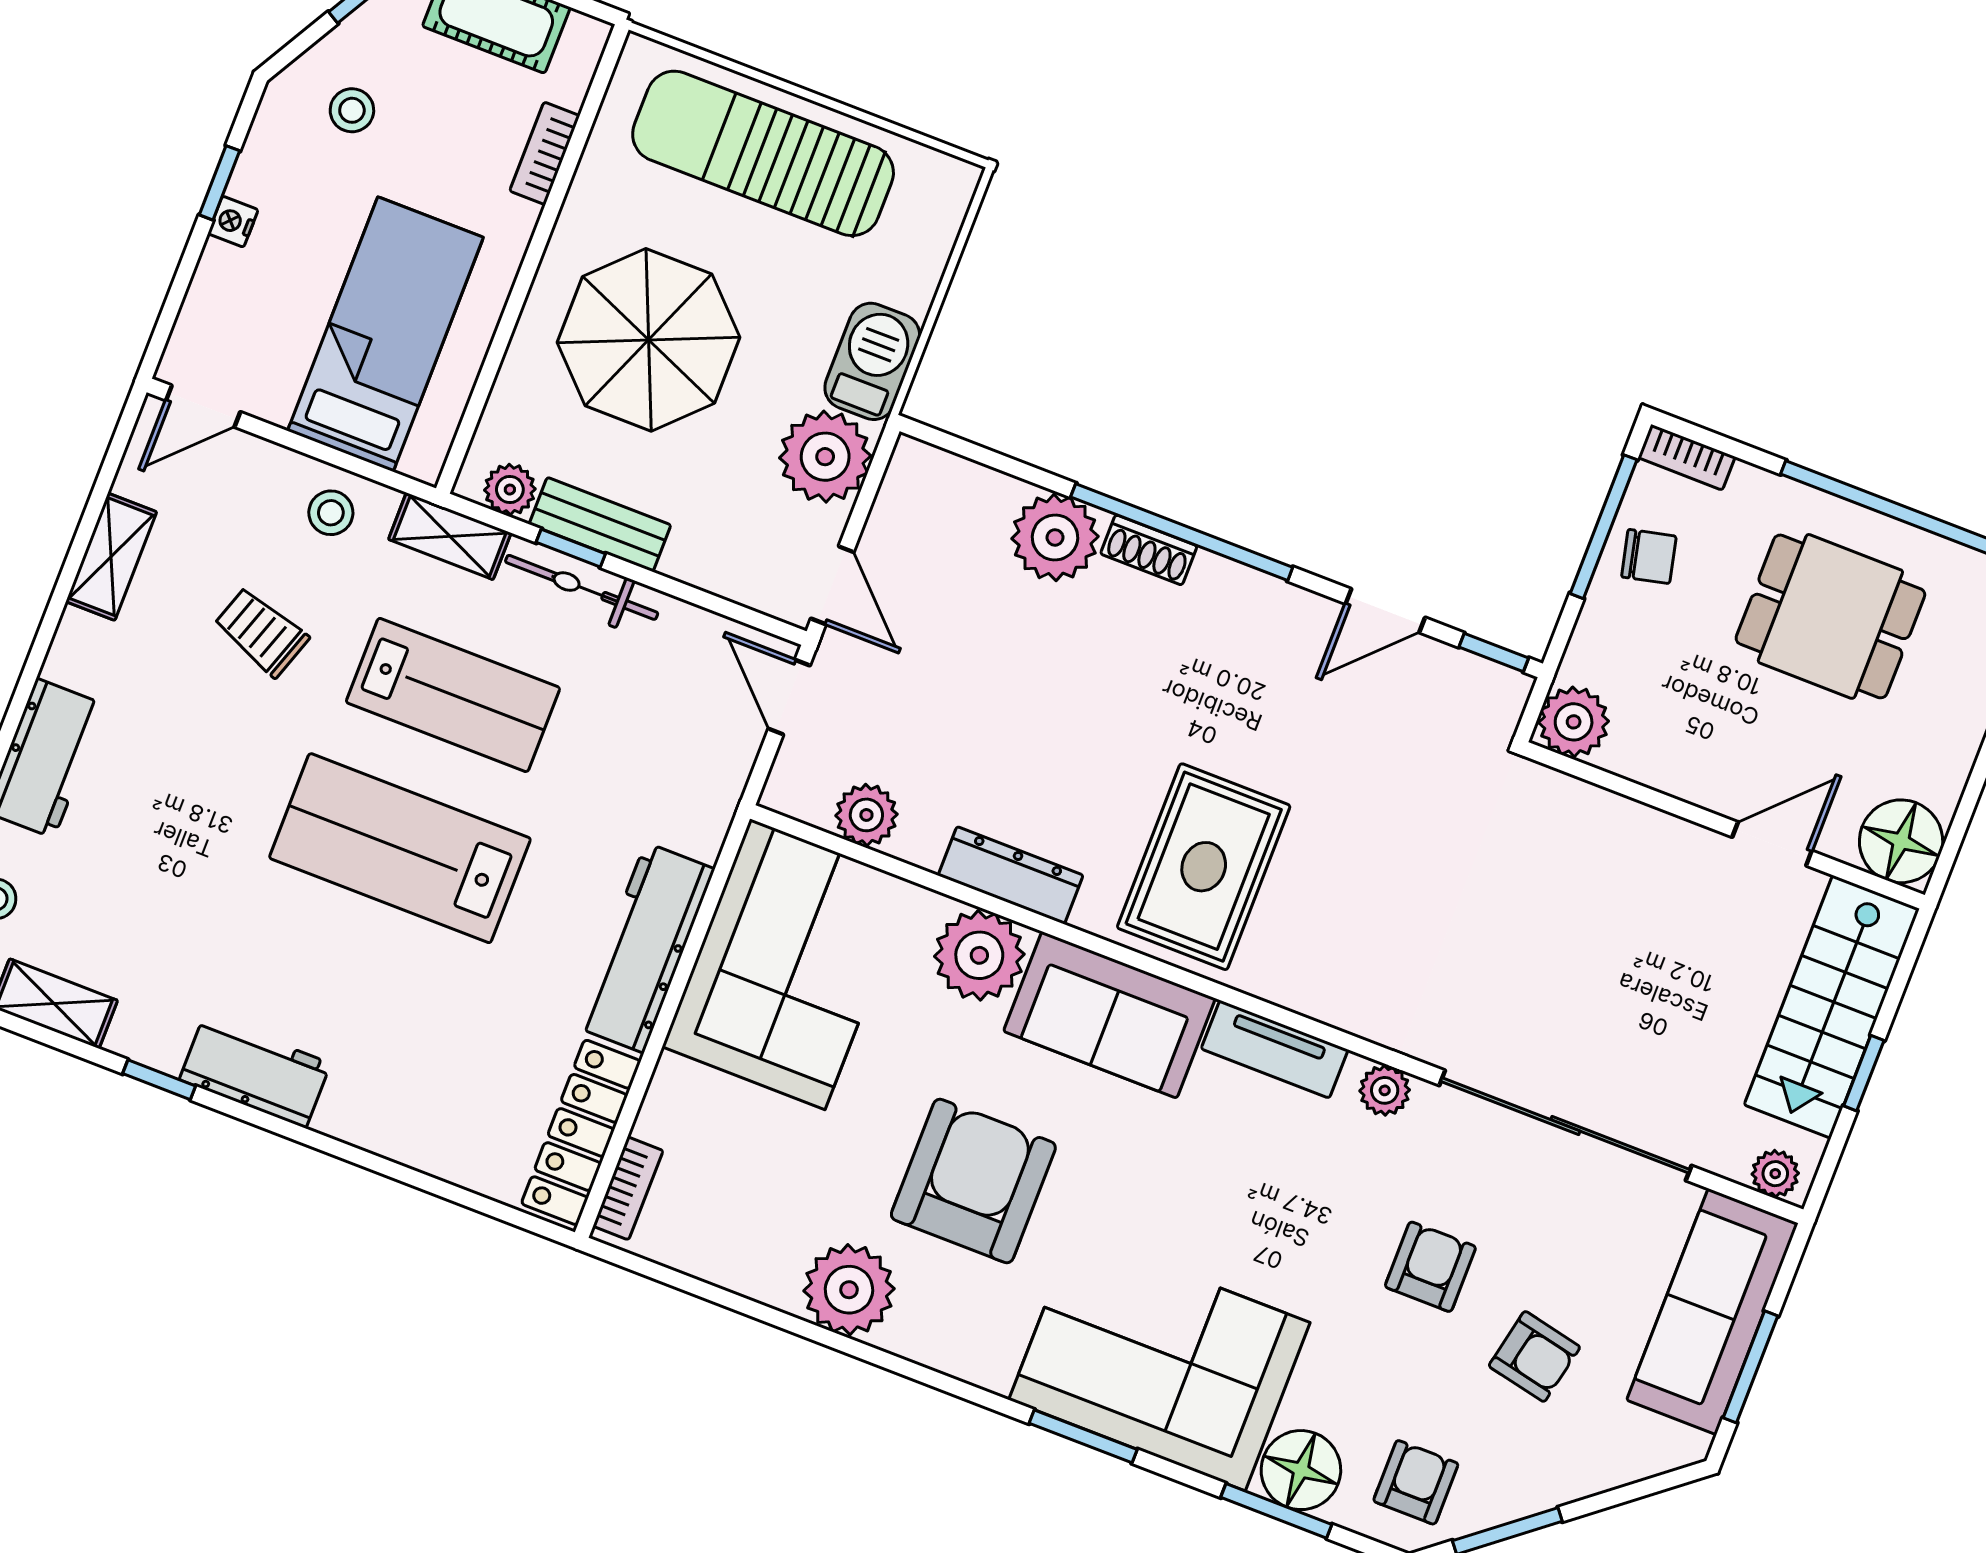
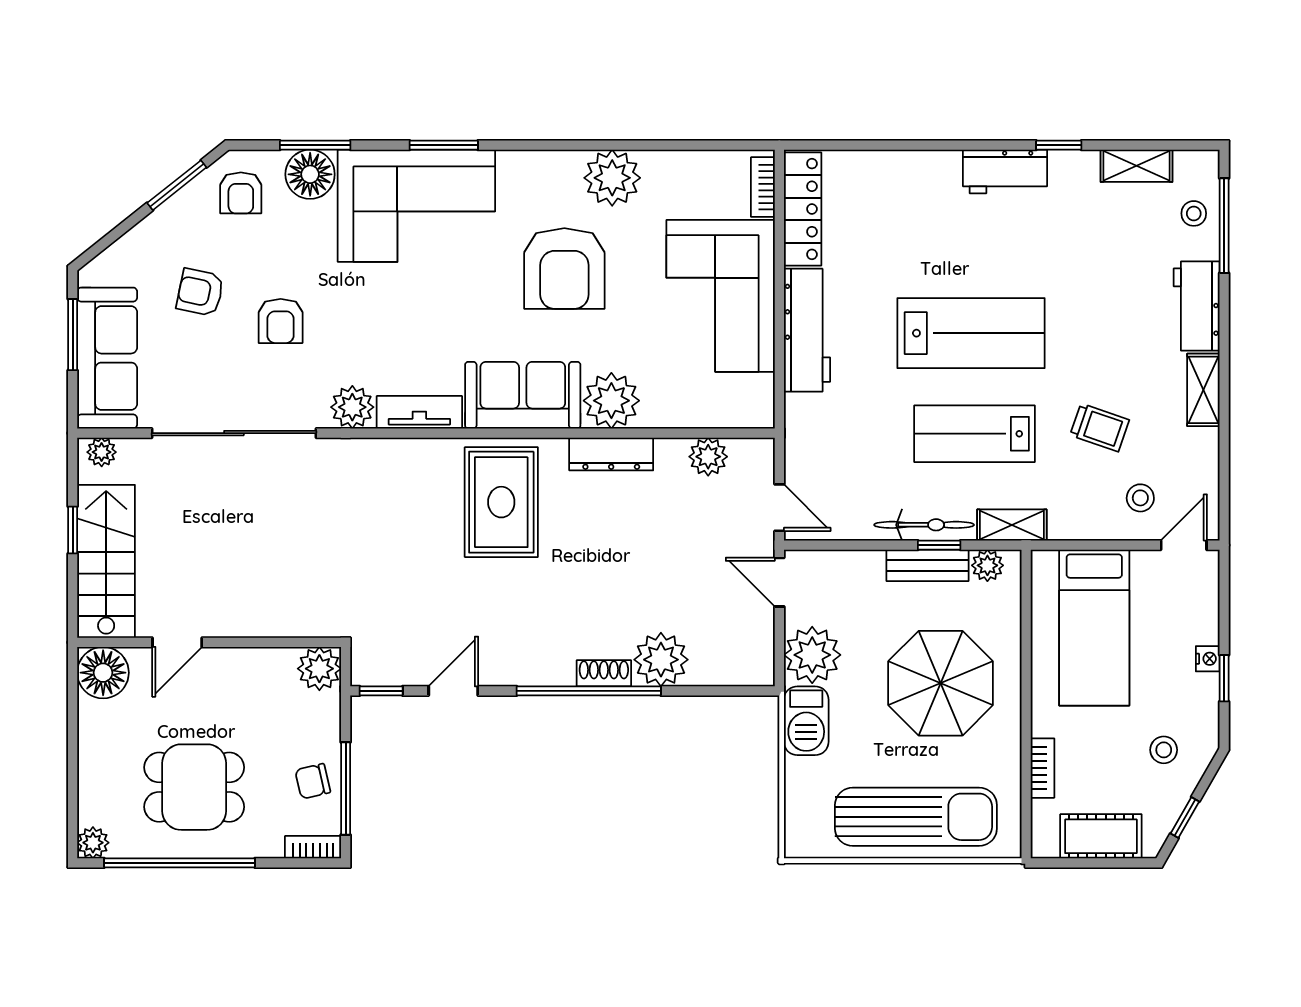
stool: (331, 513) -> (1140, 498), moved
shelving: (111, 557) -> (1203, 390), moved
corner sofa: (787, 964) -> (721, 296), moved
plant: (1385, 1090) -> (352, 407), width x1.38, depth x1.38

